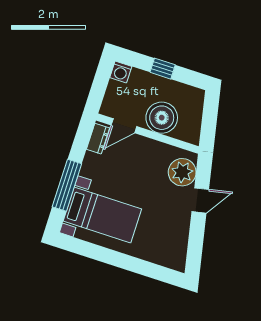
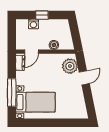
washing machine: (121, 72) -> (33, 24), moved
boiler: (162, 118) -> (54, 45), width x0.54, depth x0.54

